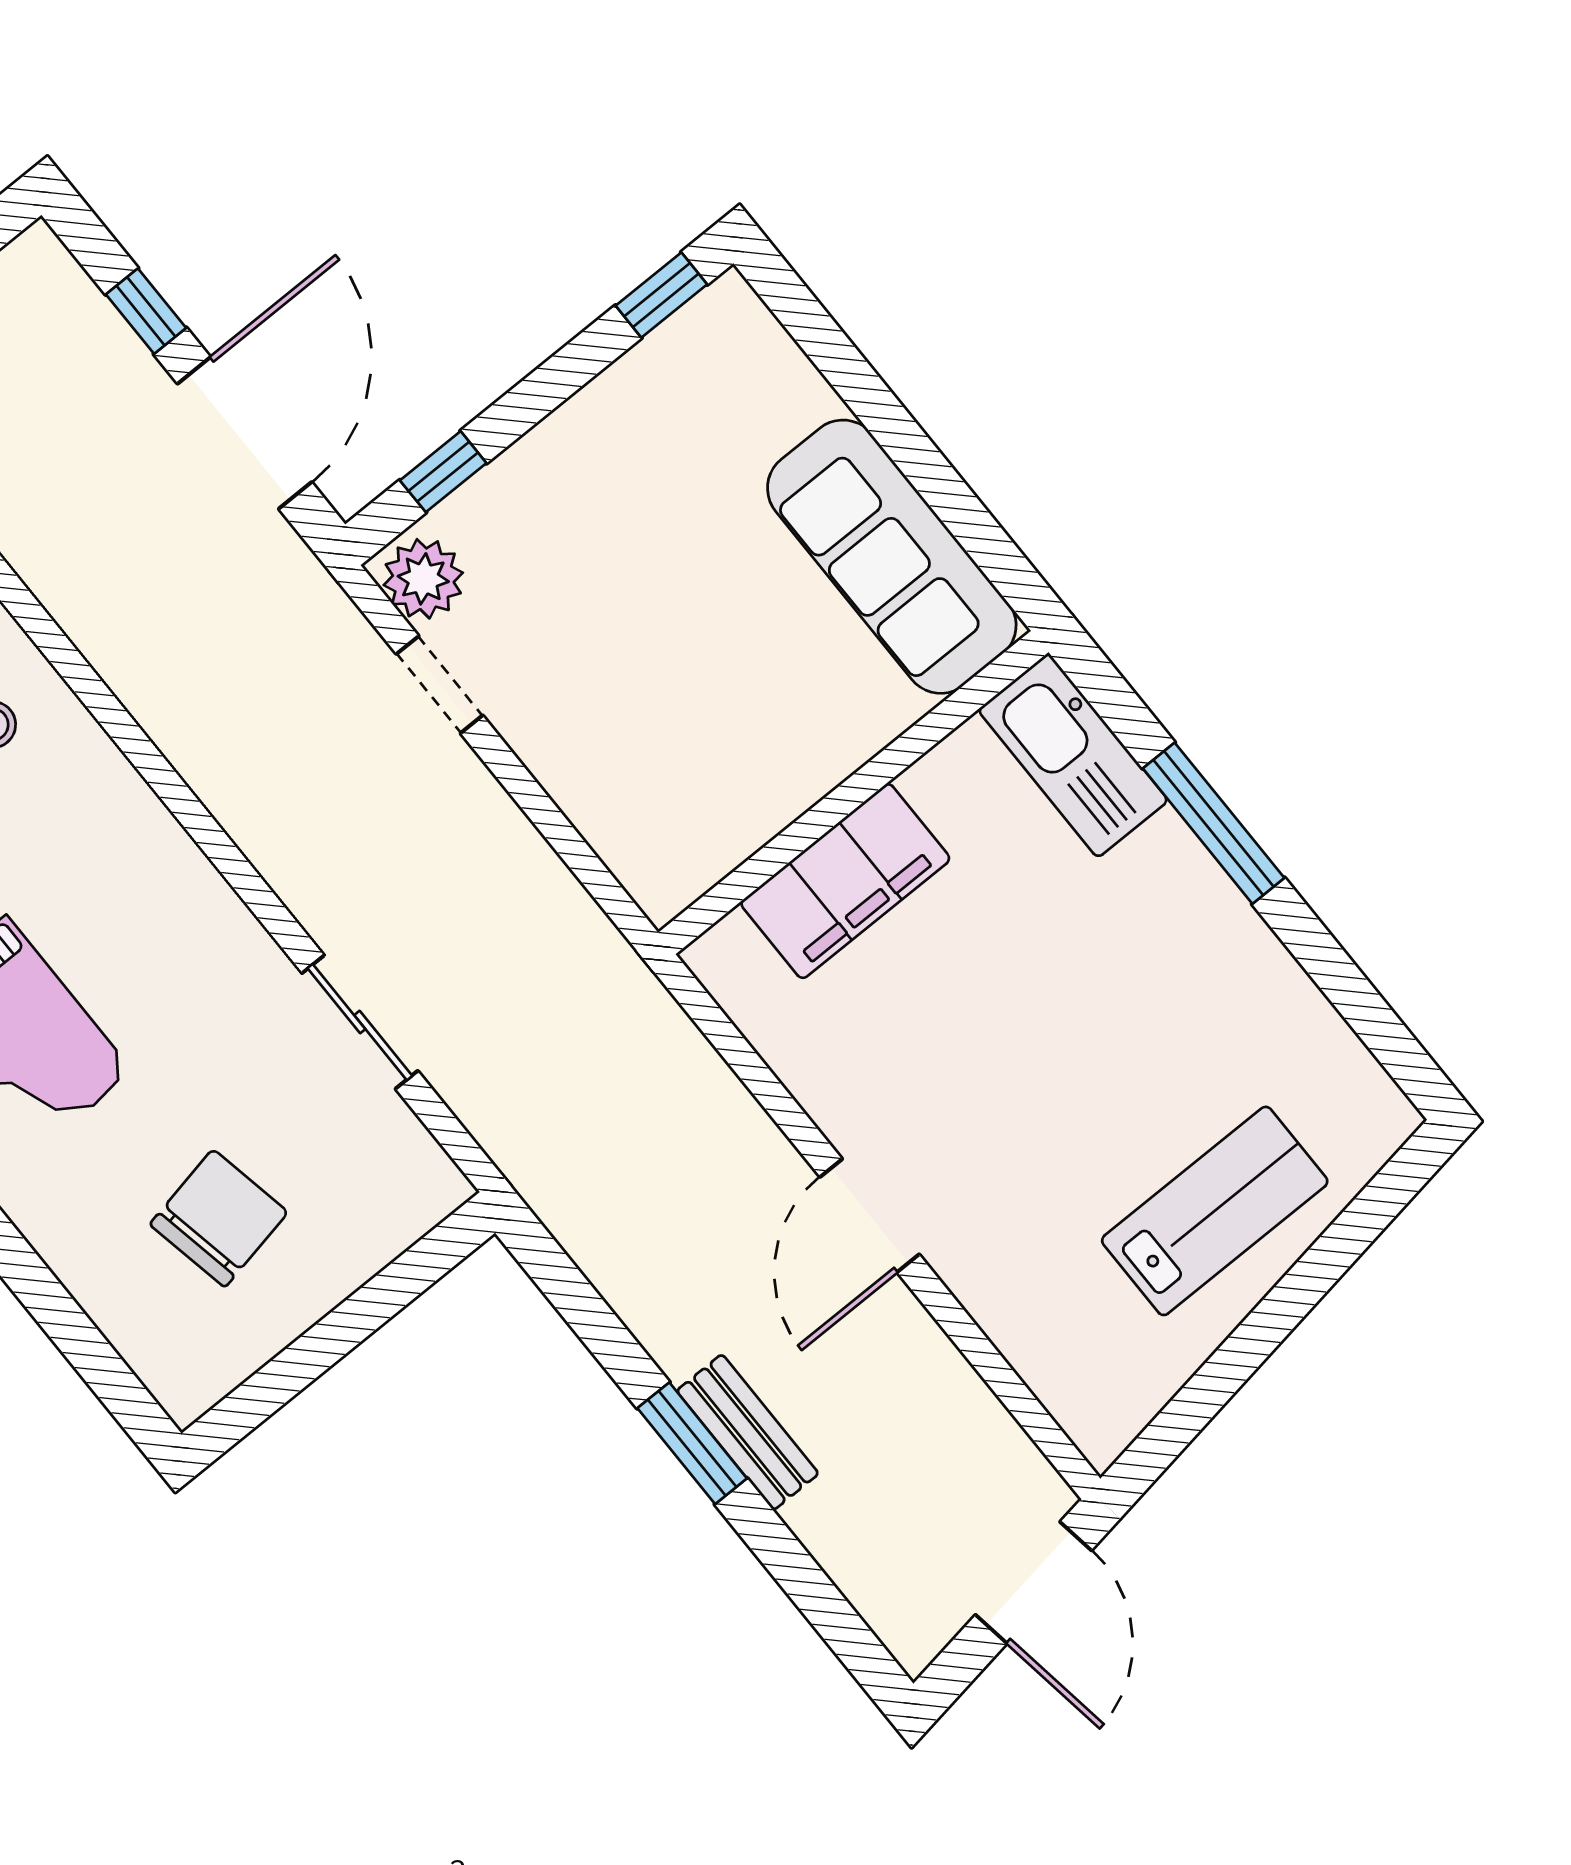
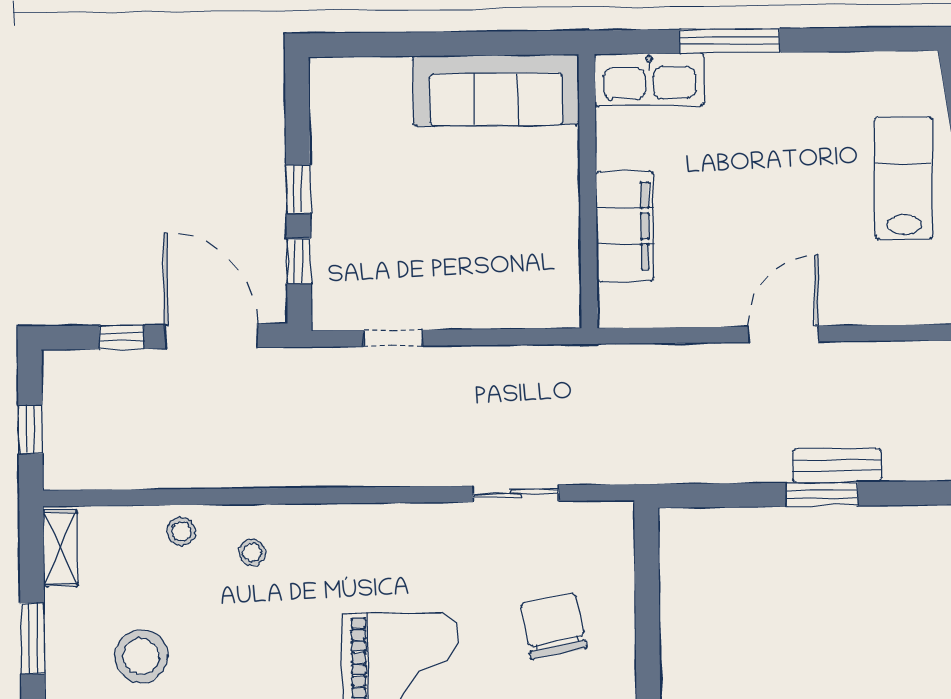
window: (661, 295) -> (298, 189), moved
plant: (423, 579) -> (340, 308), removed
door: (870, 1216) -> (783, 334), swing flipped

